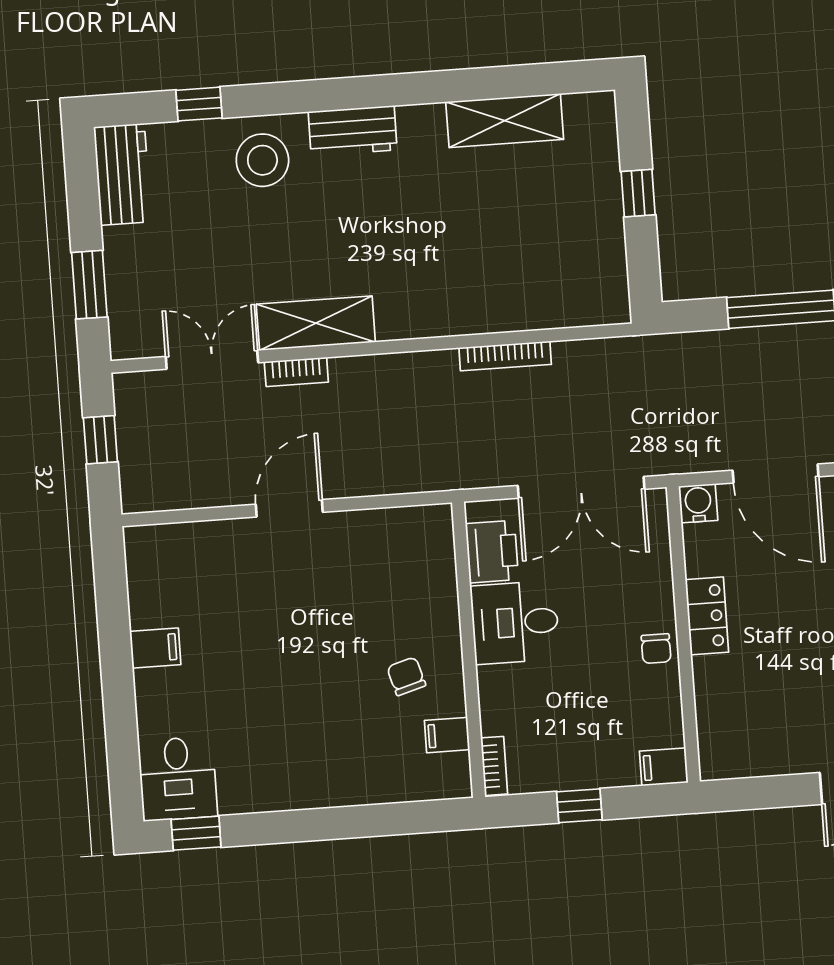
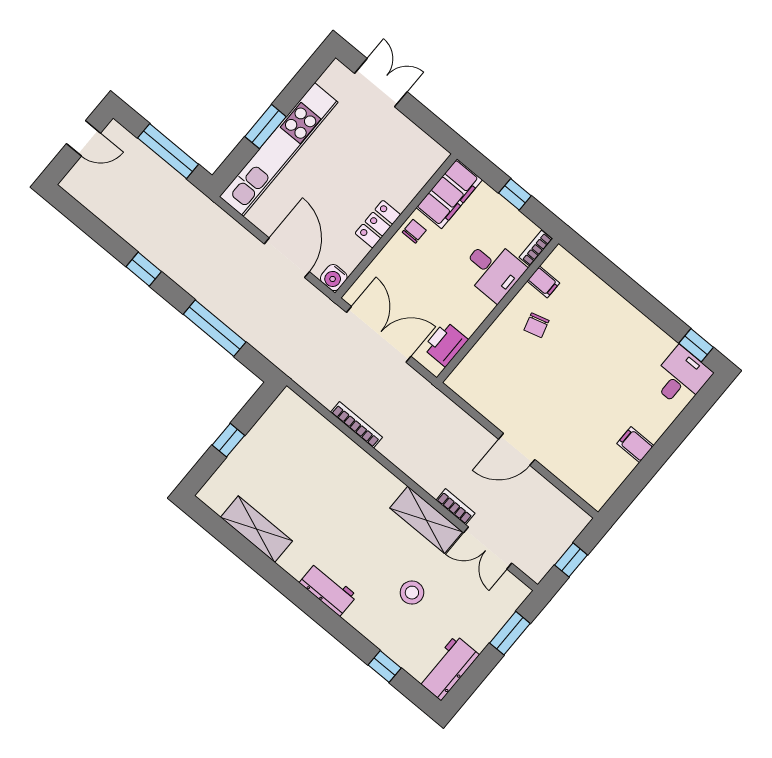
stool: (262, 160) -> (412, 593), moved, width x0.73, depth x0.73
desk: (515, 622) -> (493, 270), moved
filing cabinet: (664, 767) -> (449, 194), width x3.00, depth x1.17

